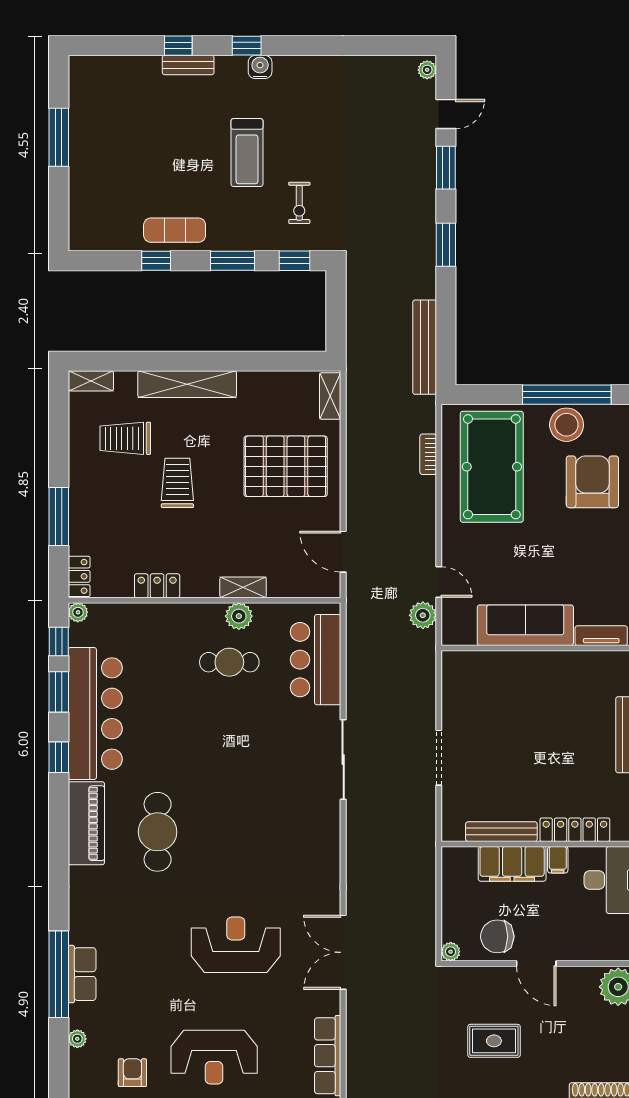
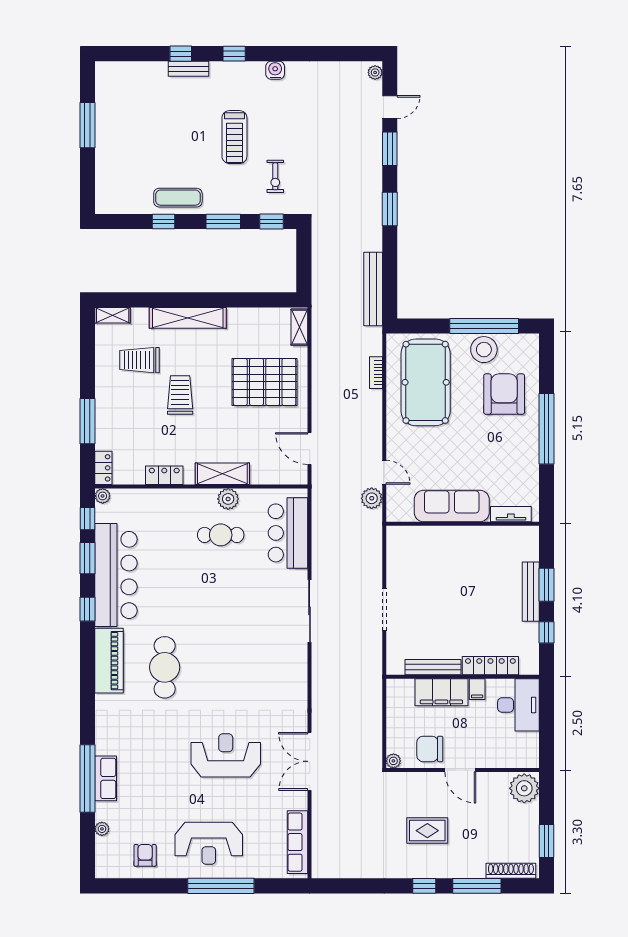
water cooler: (260, 67) -> (275, 70), moved
shelving: (243, 587) -> (222, 474), width x1.50, depth x1.33

